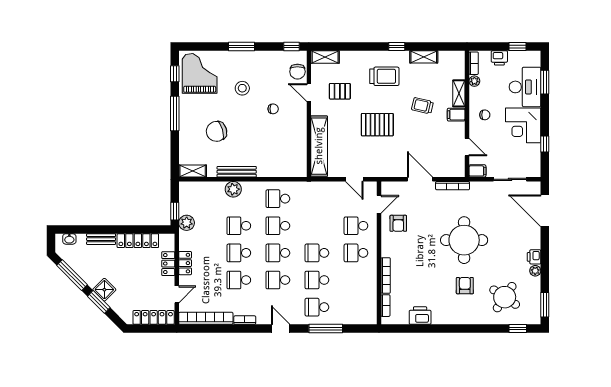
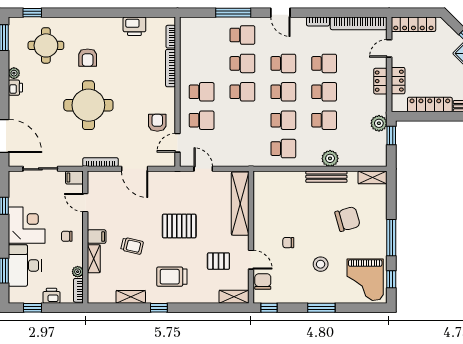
round table: (505, 297) -> (46, 45), turned -34

